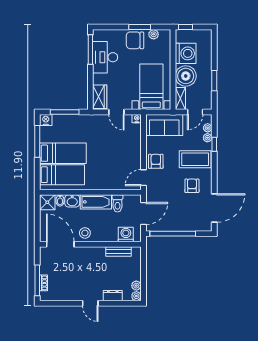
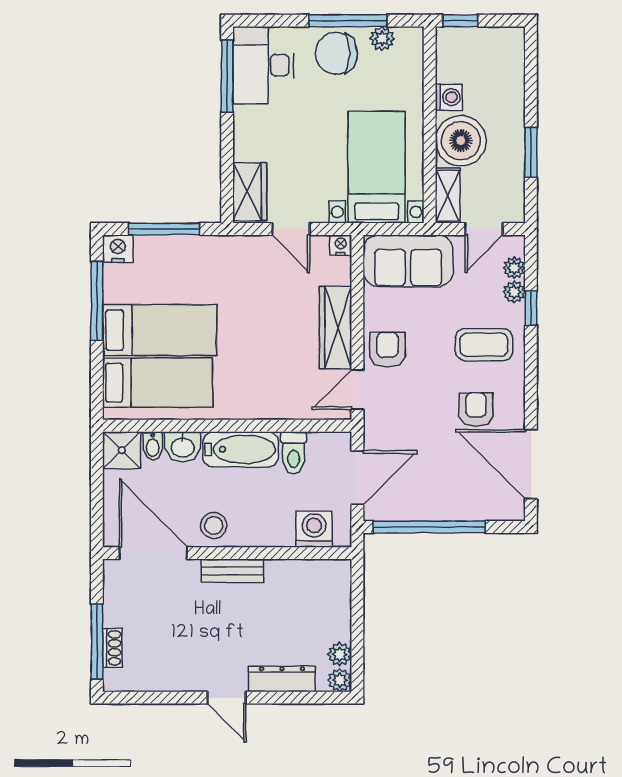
window: (140, 27) -> (348, 21), width x1.44
washing machine: (186, 53) -> (449, 97), width x0.53, depth x0.53
desk: (105, 57) -> (263, 65), moved
wardrobe: (135, 152) -> (336, 328), added
coffee table: (195, 159) -> (484, 345), width x0.73, depth x0.76
door: (214, 208) -> (531, 464), swing flipped
bench: (119, 251) -> (232, 571), moved
dresser: (113, 296) -> (282, 679), width x1.44

